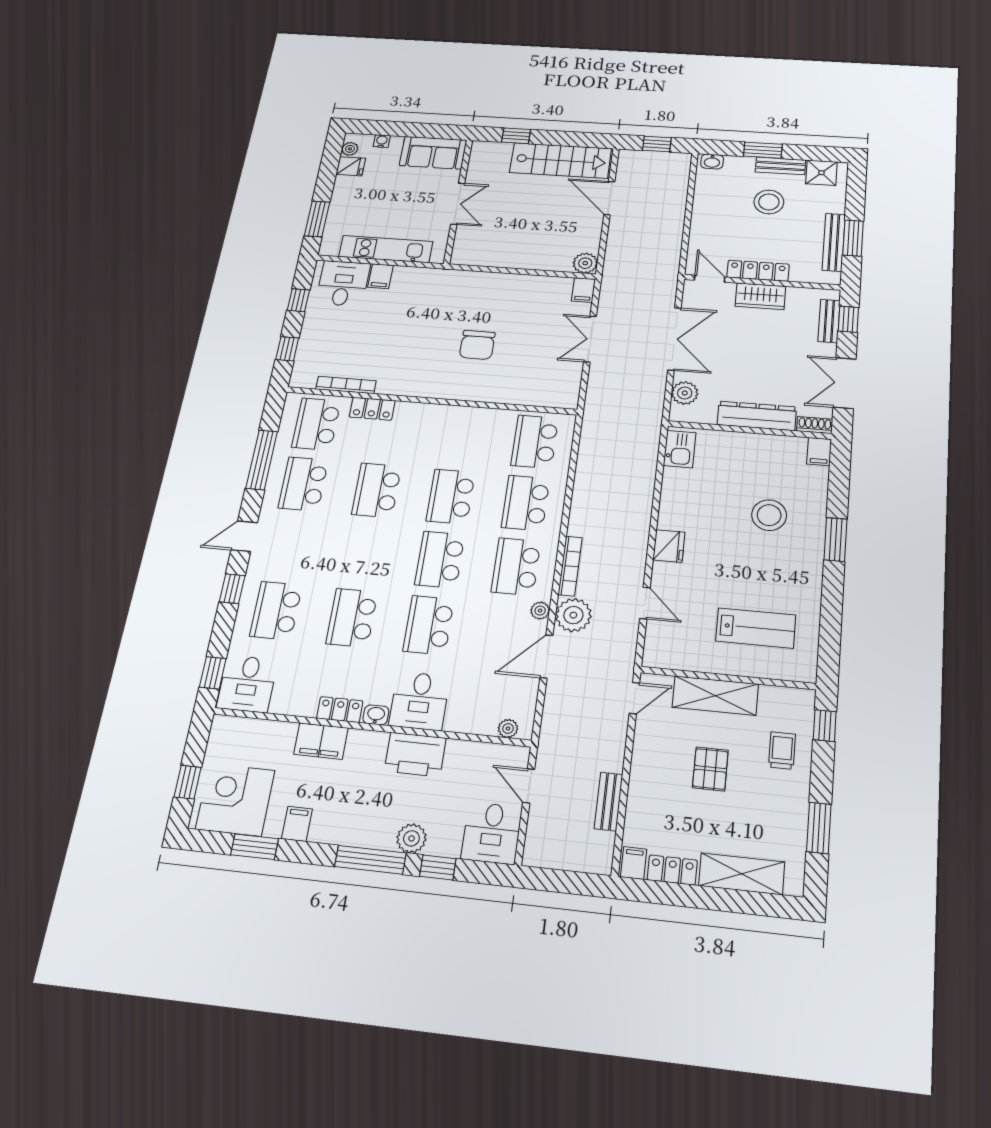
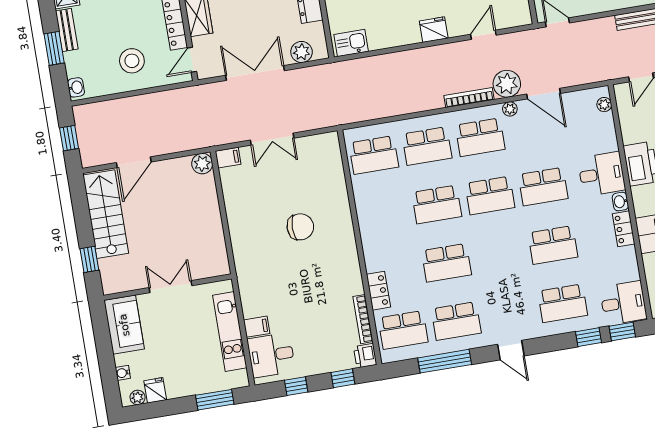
stool: (769, 202) -> (132, 61), moved
printer: (303, 377) -> (365, 356), added
window: (232, 589) -> (589, 337), moved

